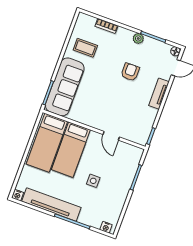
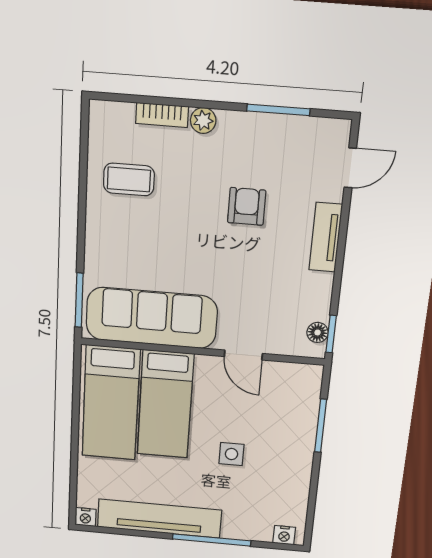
plant: (138, 38) -> (203, 120), moved
floor lamp: (175, 51) -> (318, 332), moved
sofa: (65, 87) -> (151, 318), moved, turned -90

